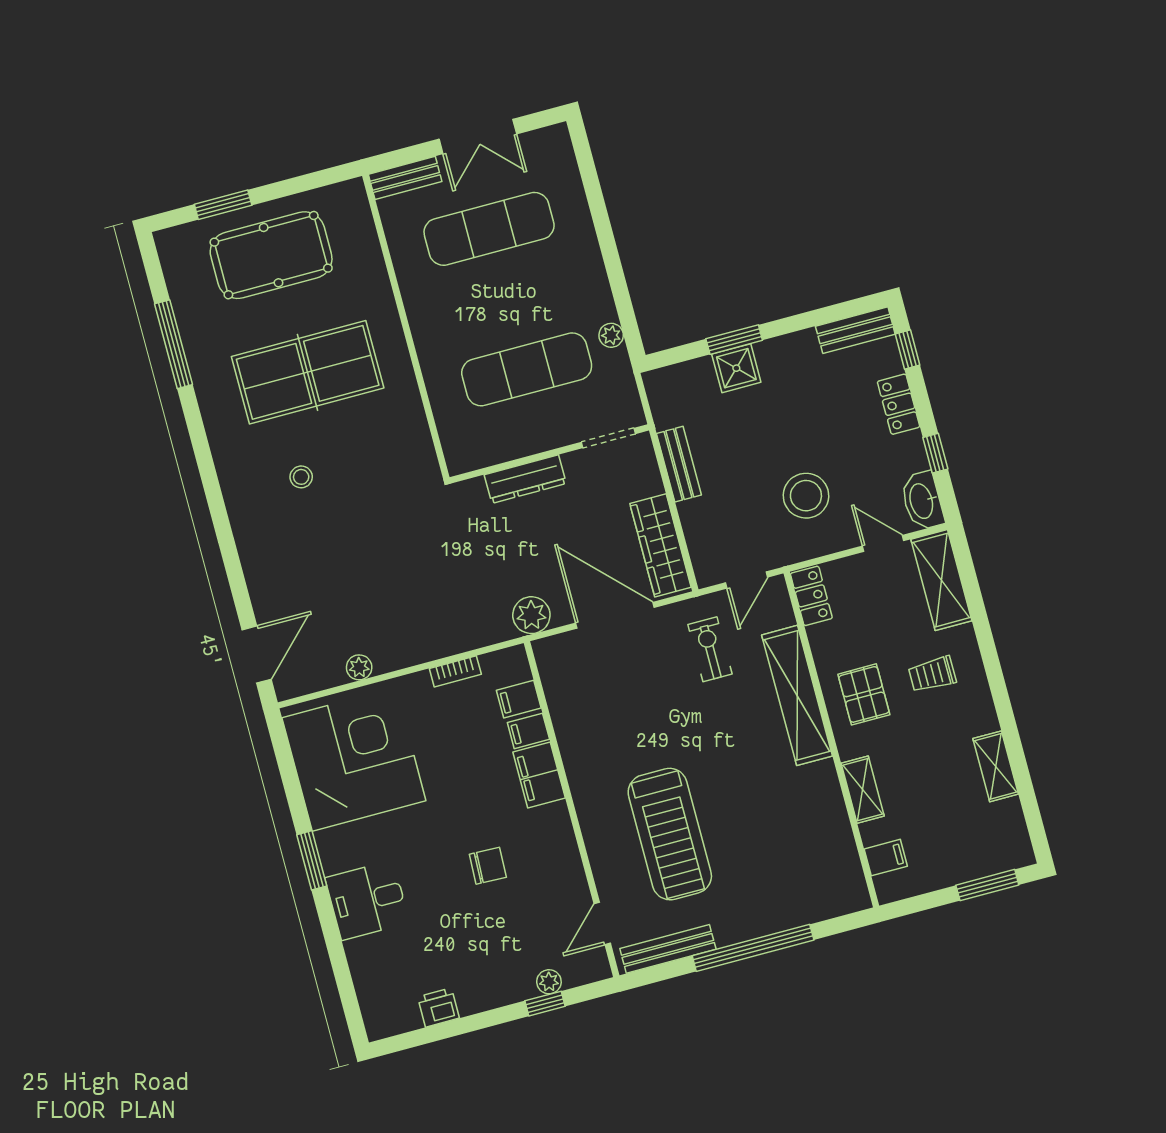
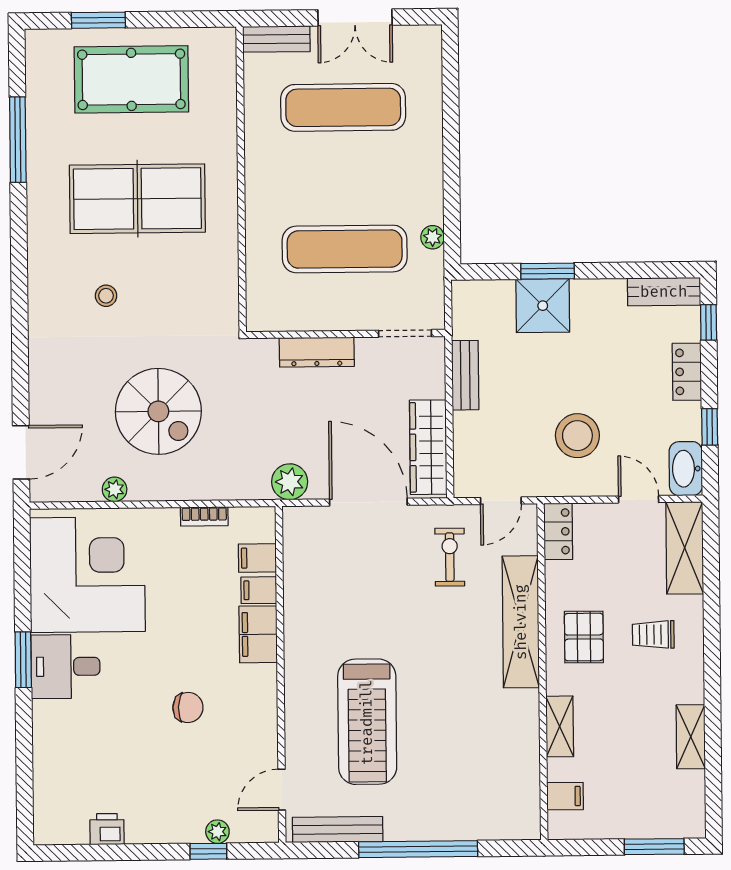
shower: (736, 368) -> (543, 306), width x1.36, depth x1.36
spiral stairs: (383, 579) -> (158, 411), added
desk: (367, 900) -> (65, 667), moved

